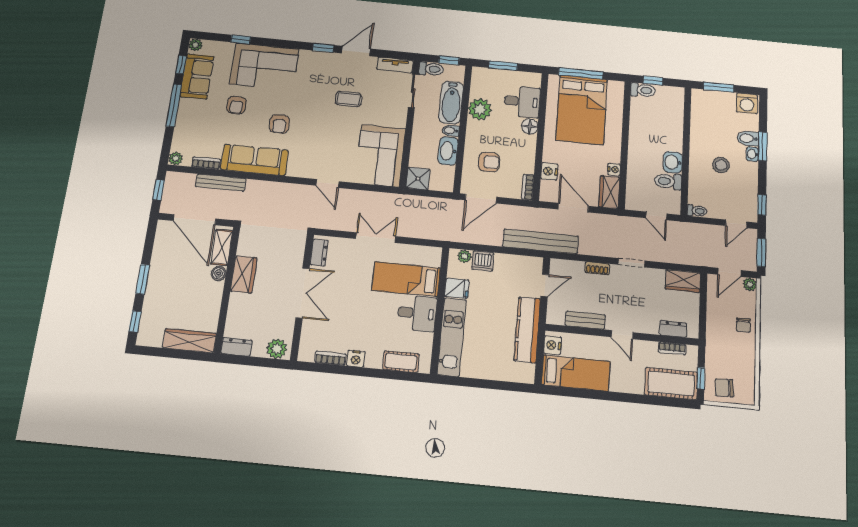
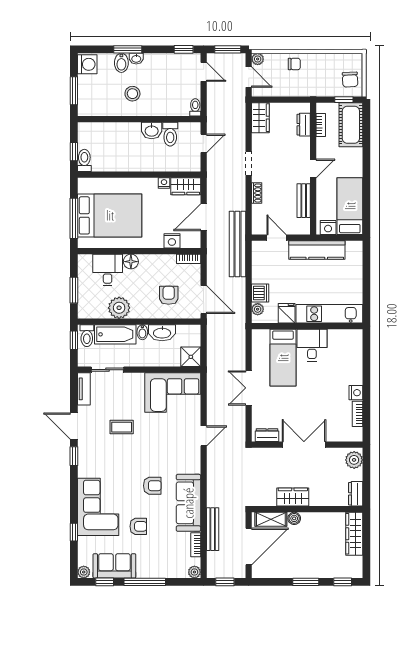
toilet: (431, 69) -> (87, 336), moved, turned 180
coffee table: (349, 99) -> (122, 427), turned 90
stool: (721, 165) -> (132, 94), moved
cot: (401, 362) -> (355, 354), removed

